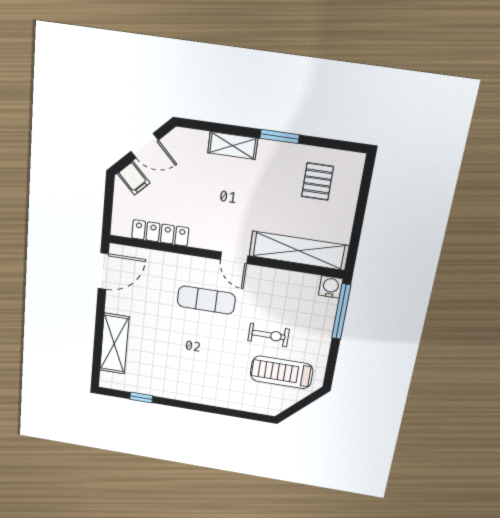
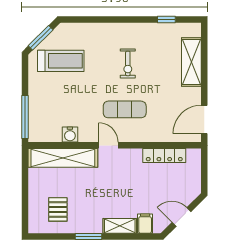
filing cabinet: (134, 178) -> (145, 224), moved, turned 45
water cooler: (331, 287) -> (70, 135), moved
exercise bike: (269, 335) -> (128, 63), moved, turned -90
window: (303, 403) -> (41, 38), added

